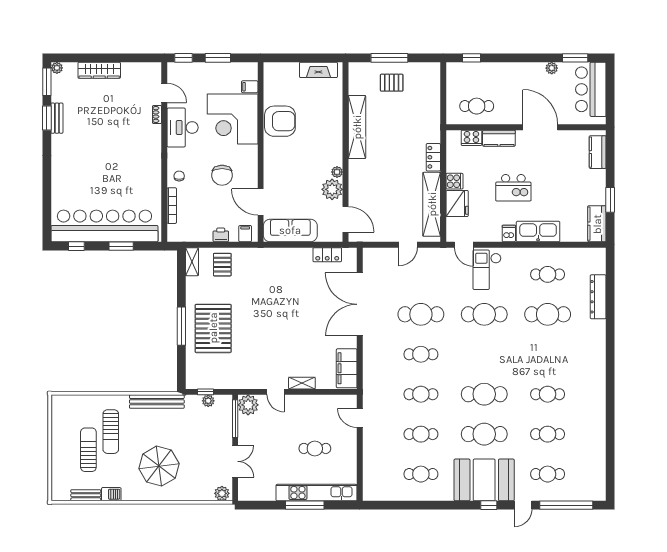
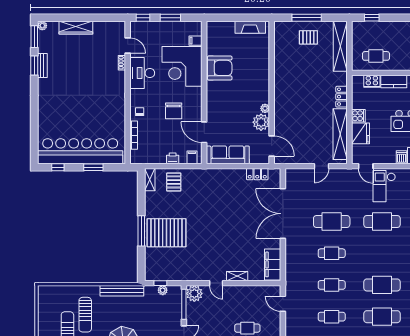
shelving: (357, 127) -> (340, 46), moved
pallet: (213, 328) -> (167, 233), turned 90

